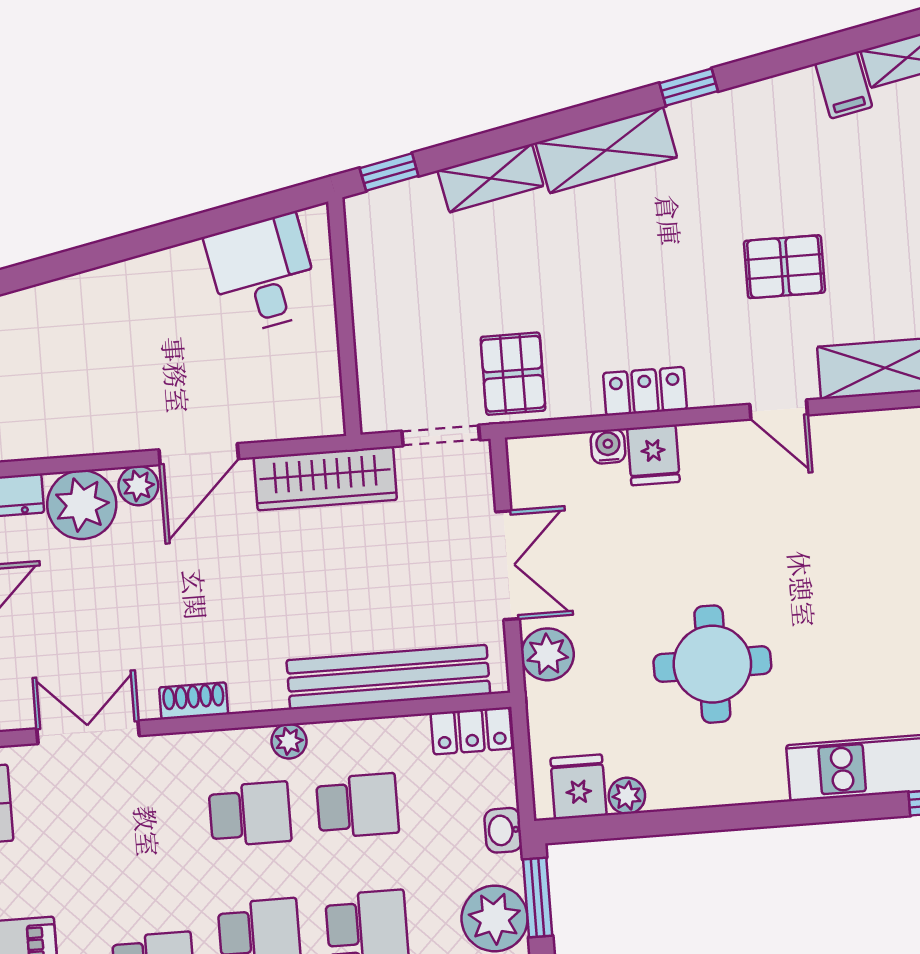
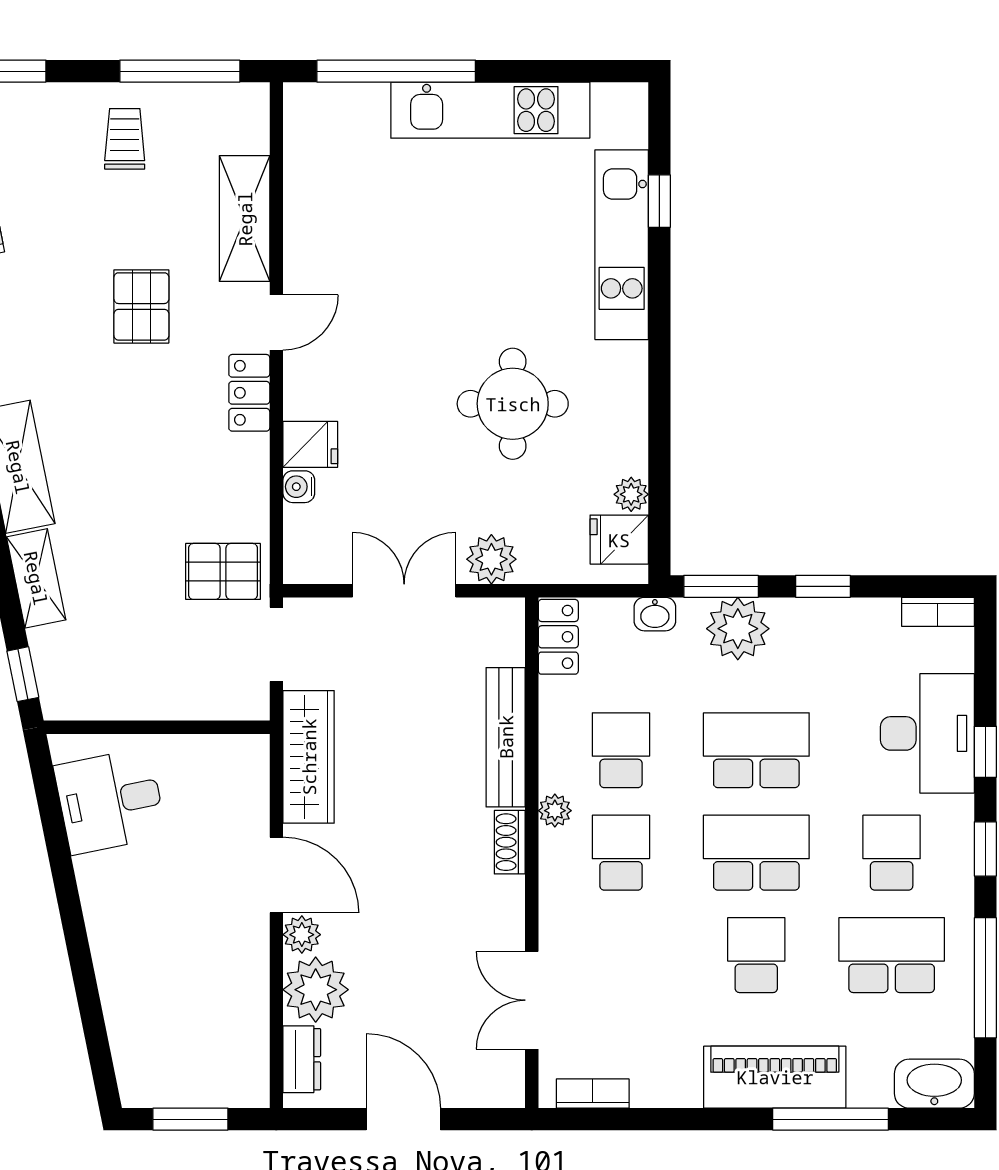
locker: (645, 391) -> (249, 393), moved
bench: (388, 677) -> (506, 737), width x0.73, depth x0.82
shoe rack: (194, 701) -> (510, 842), moved

